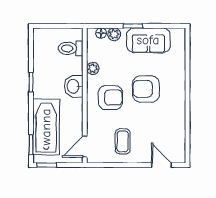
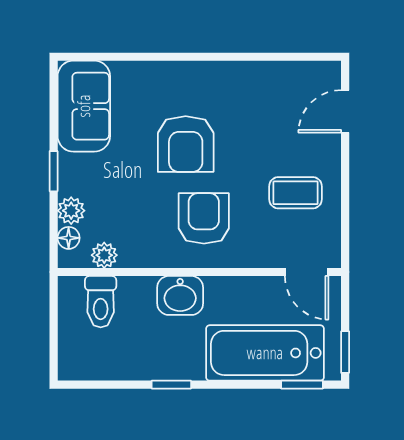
sofa: (148, 40) -> (84, 106), moved
plant: (93, 68) -> (104, 255), moved

